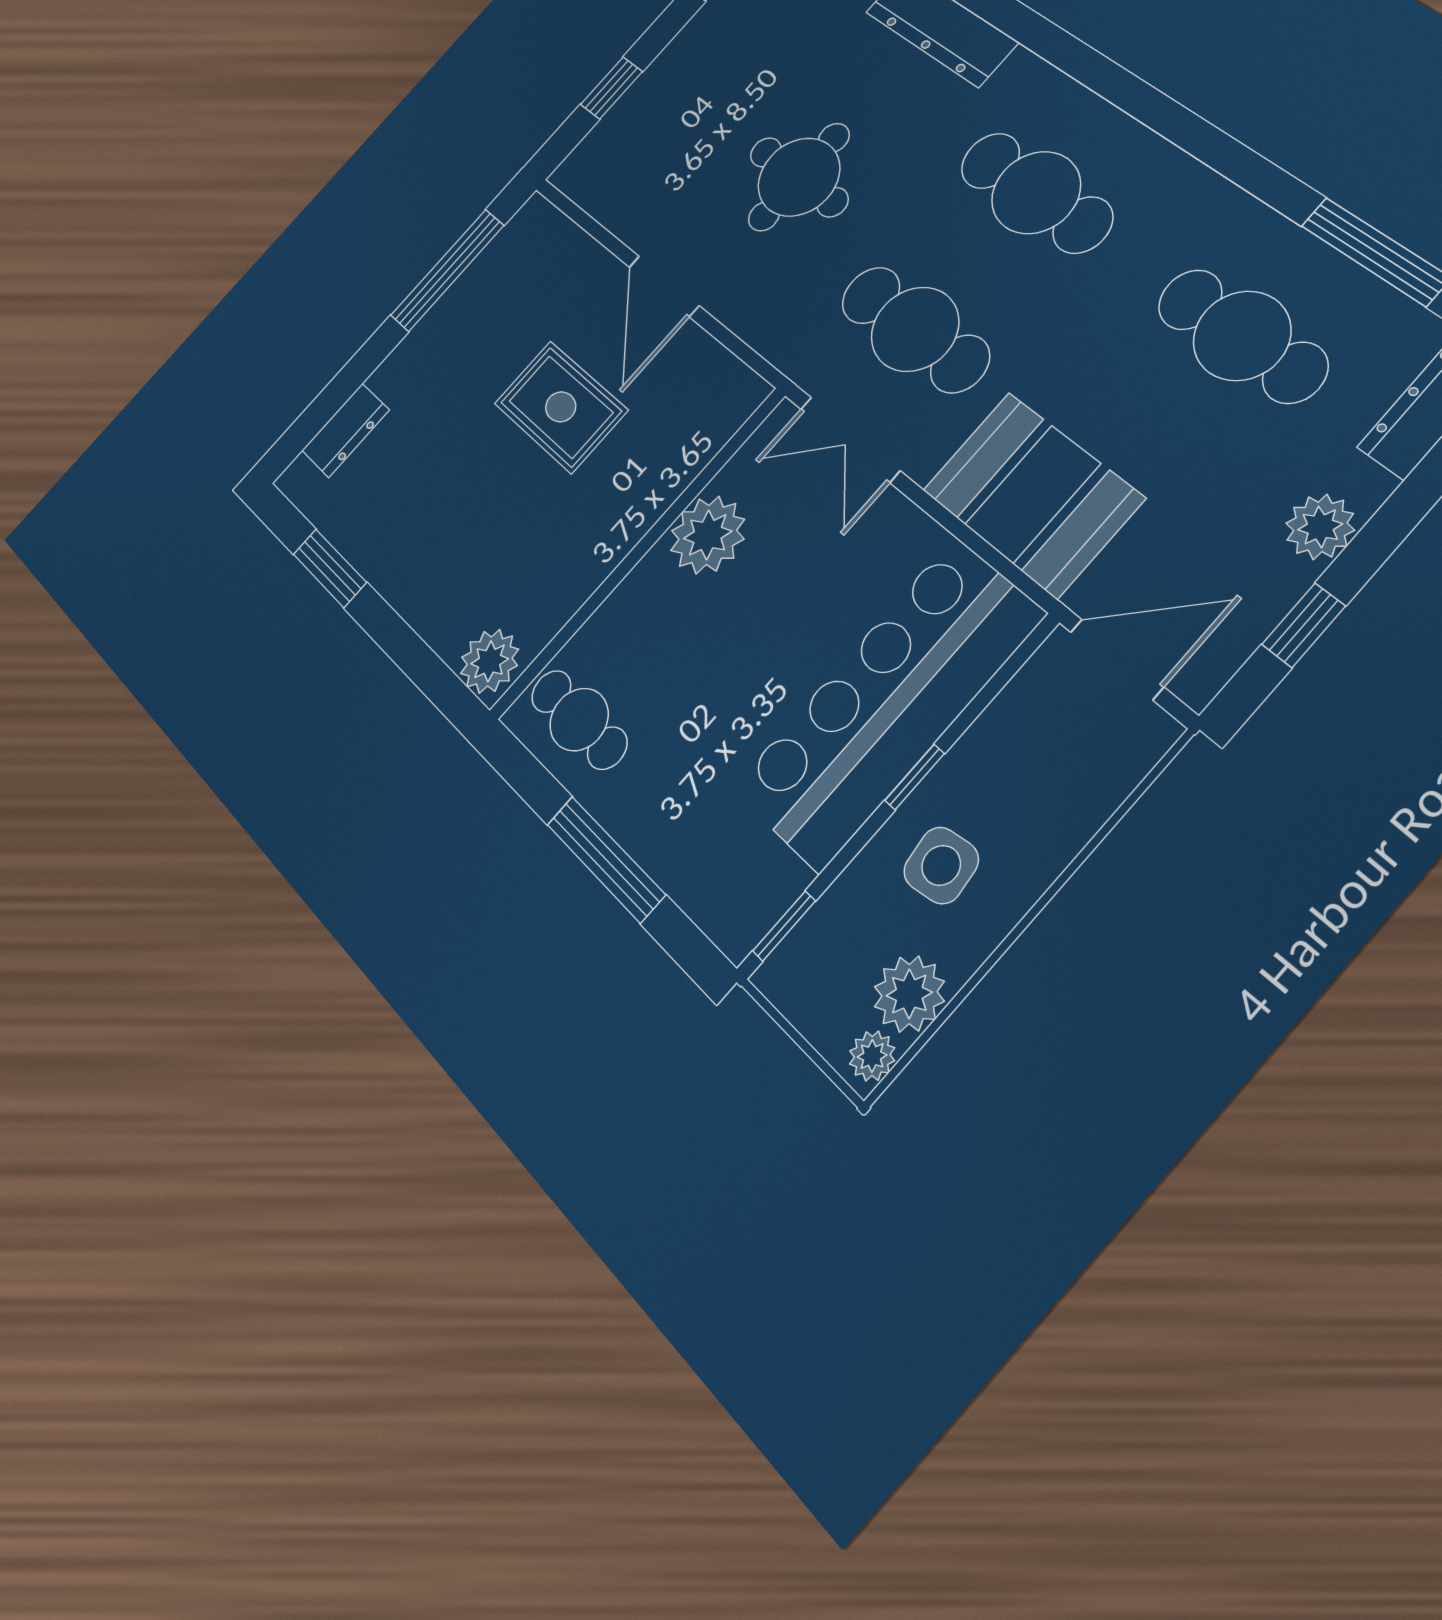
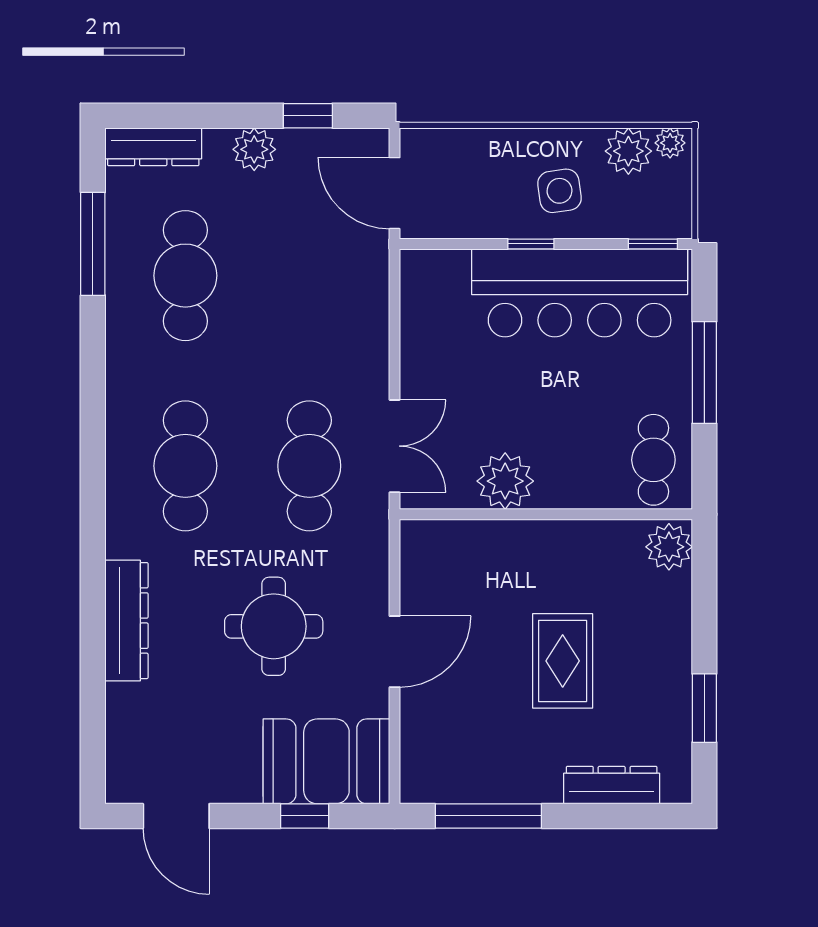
rug: (561, 407) -> (563, 661), moved
dresser: (345, 430) -> (612, 785), width x1.44
booth: (1032, 494) -> (326, 761), moved, turned 90
bar counter: (888, 702) -> (580, 293), moved

